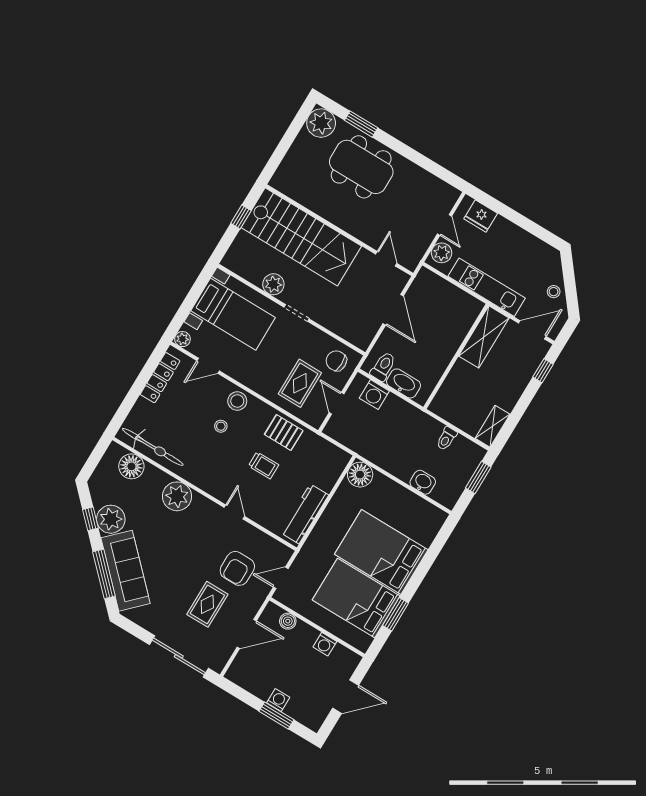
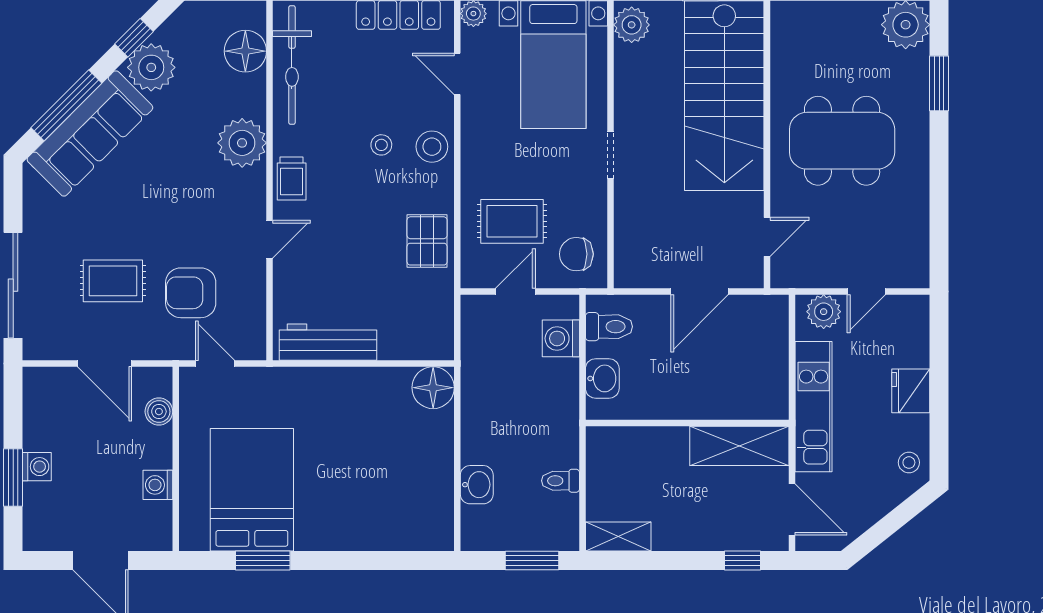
dining table: (361, 167) -> (842, 141), moved, turned 90
fridge: (481, 216) -> (911, 391), moved
plant: (273, 284) -> (632, 25), moved
stool: (554, 292) -> (909, 463), moved
chair: (336, 361) -> (576, 254), turned -90
washbasin: (404, 383) -> (602, 378), width x0.72
trolley: (263, 465) -> (292, 179), moved
bed: (381, 552) -> (340, 486), removed

